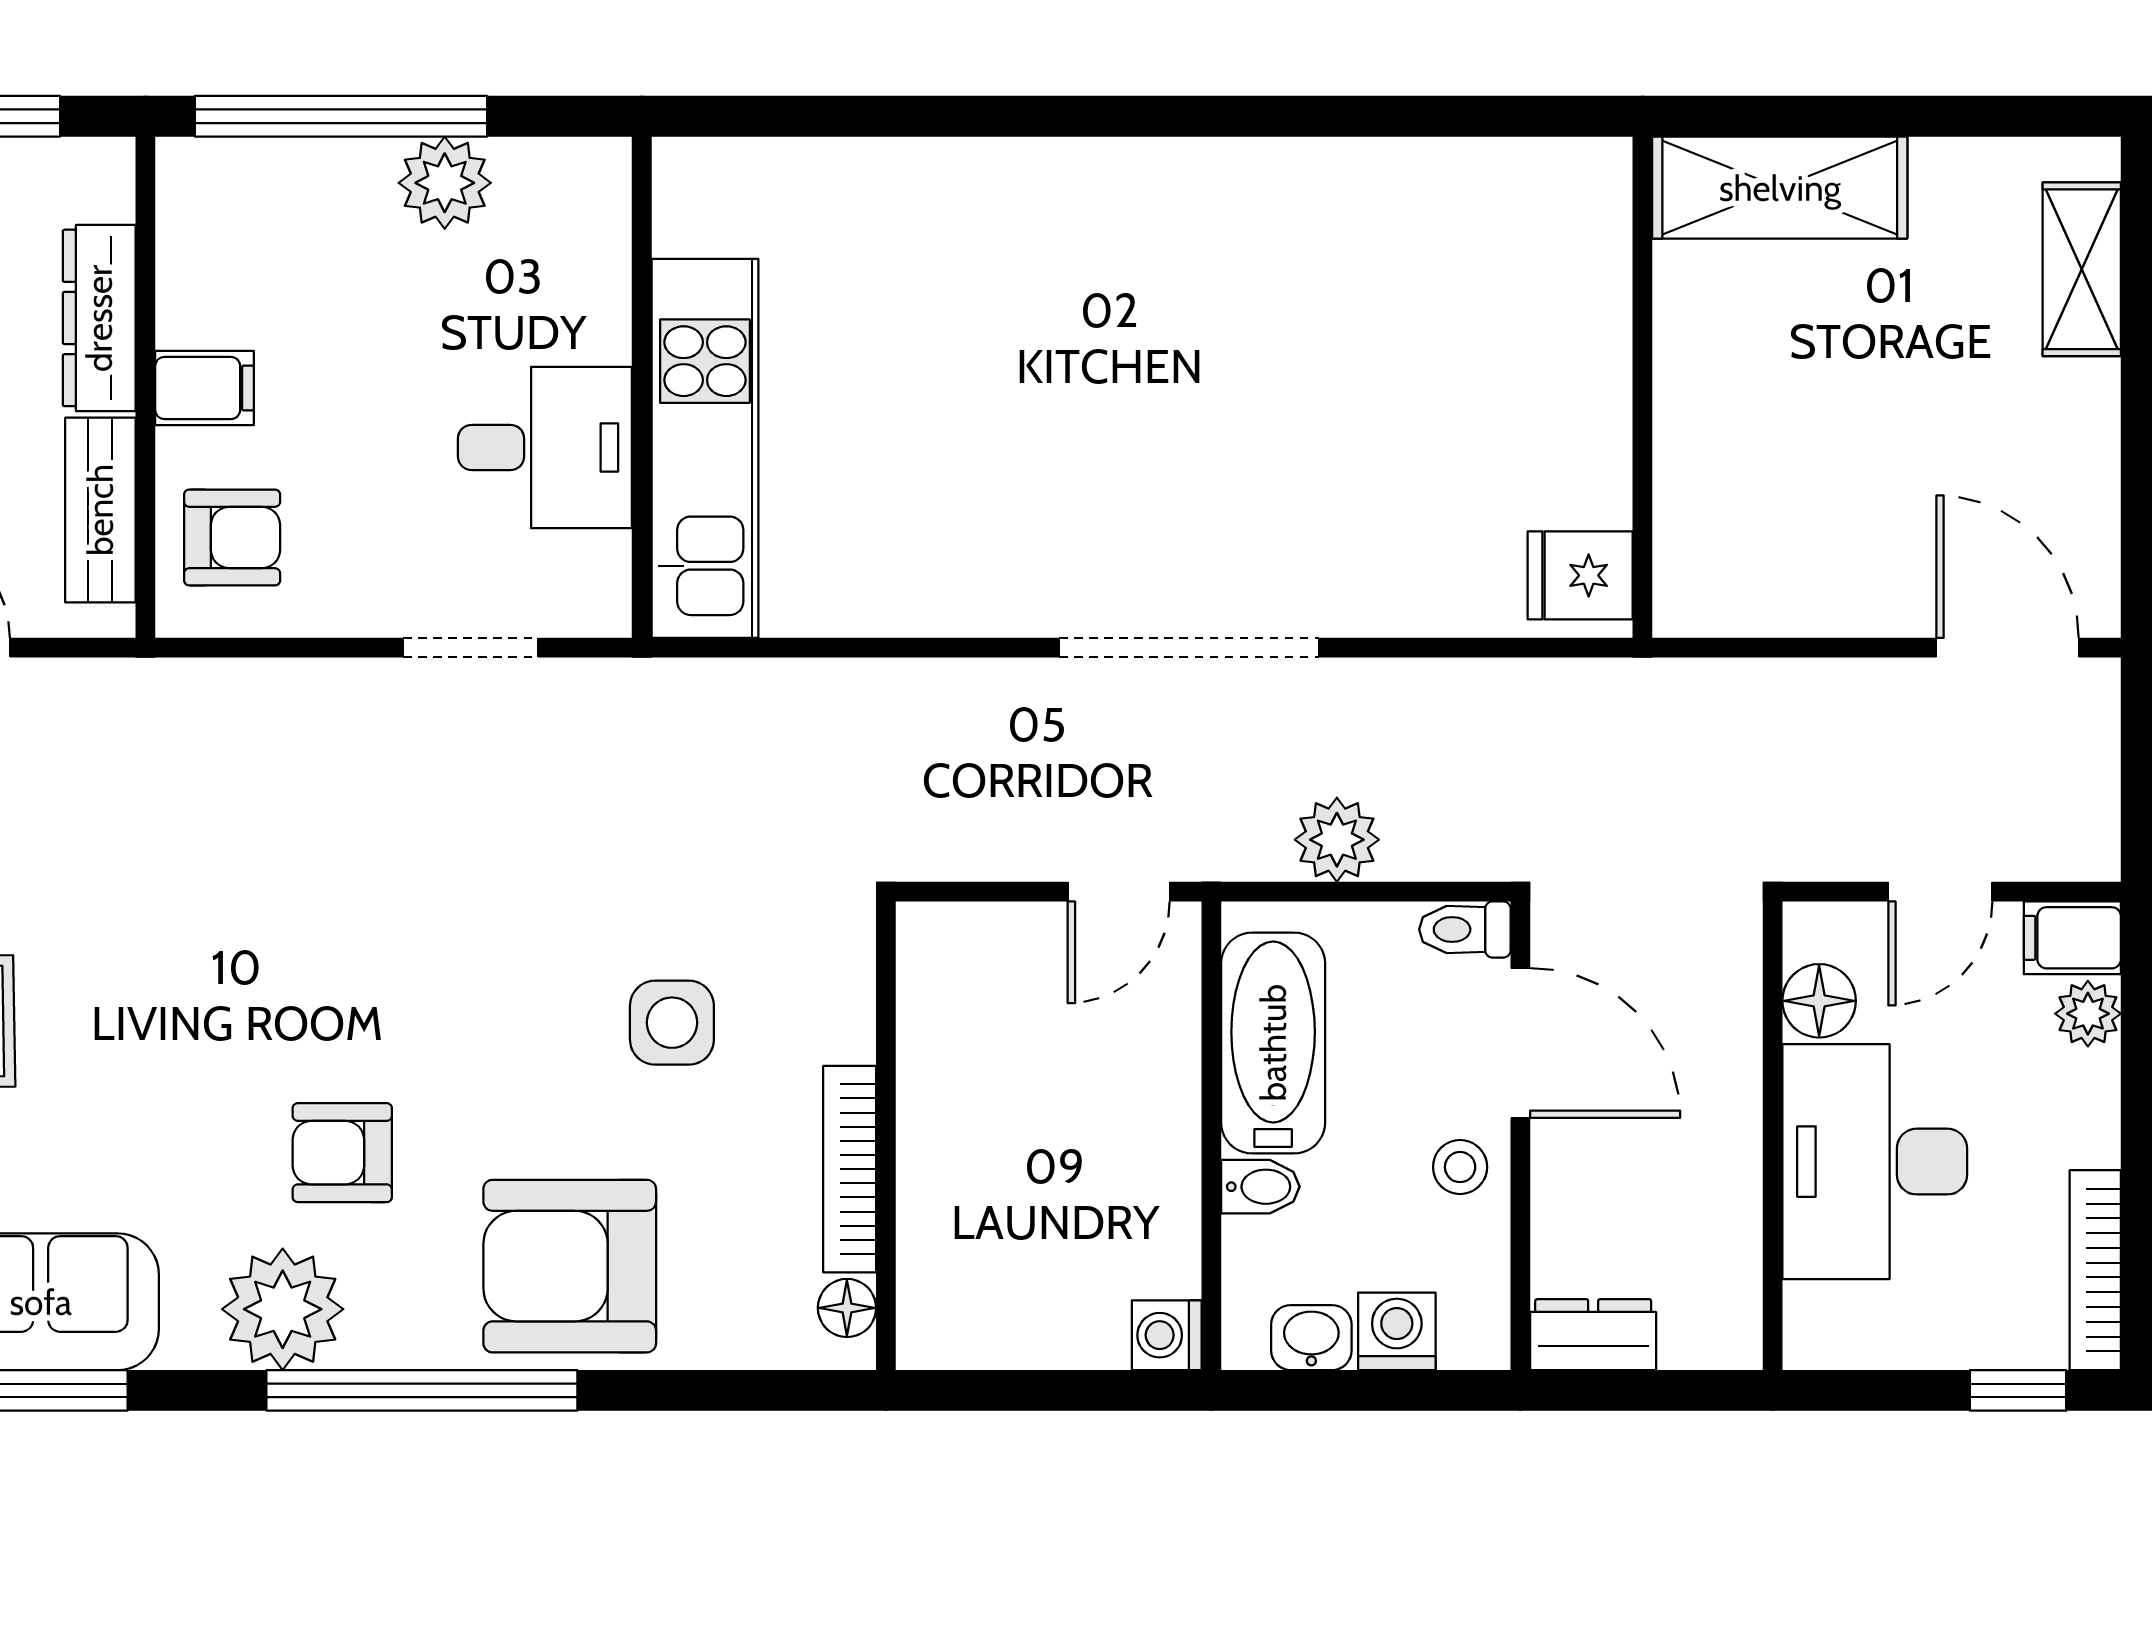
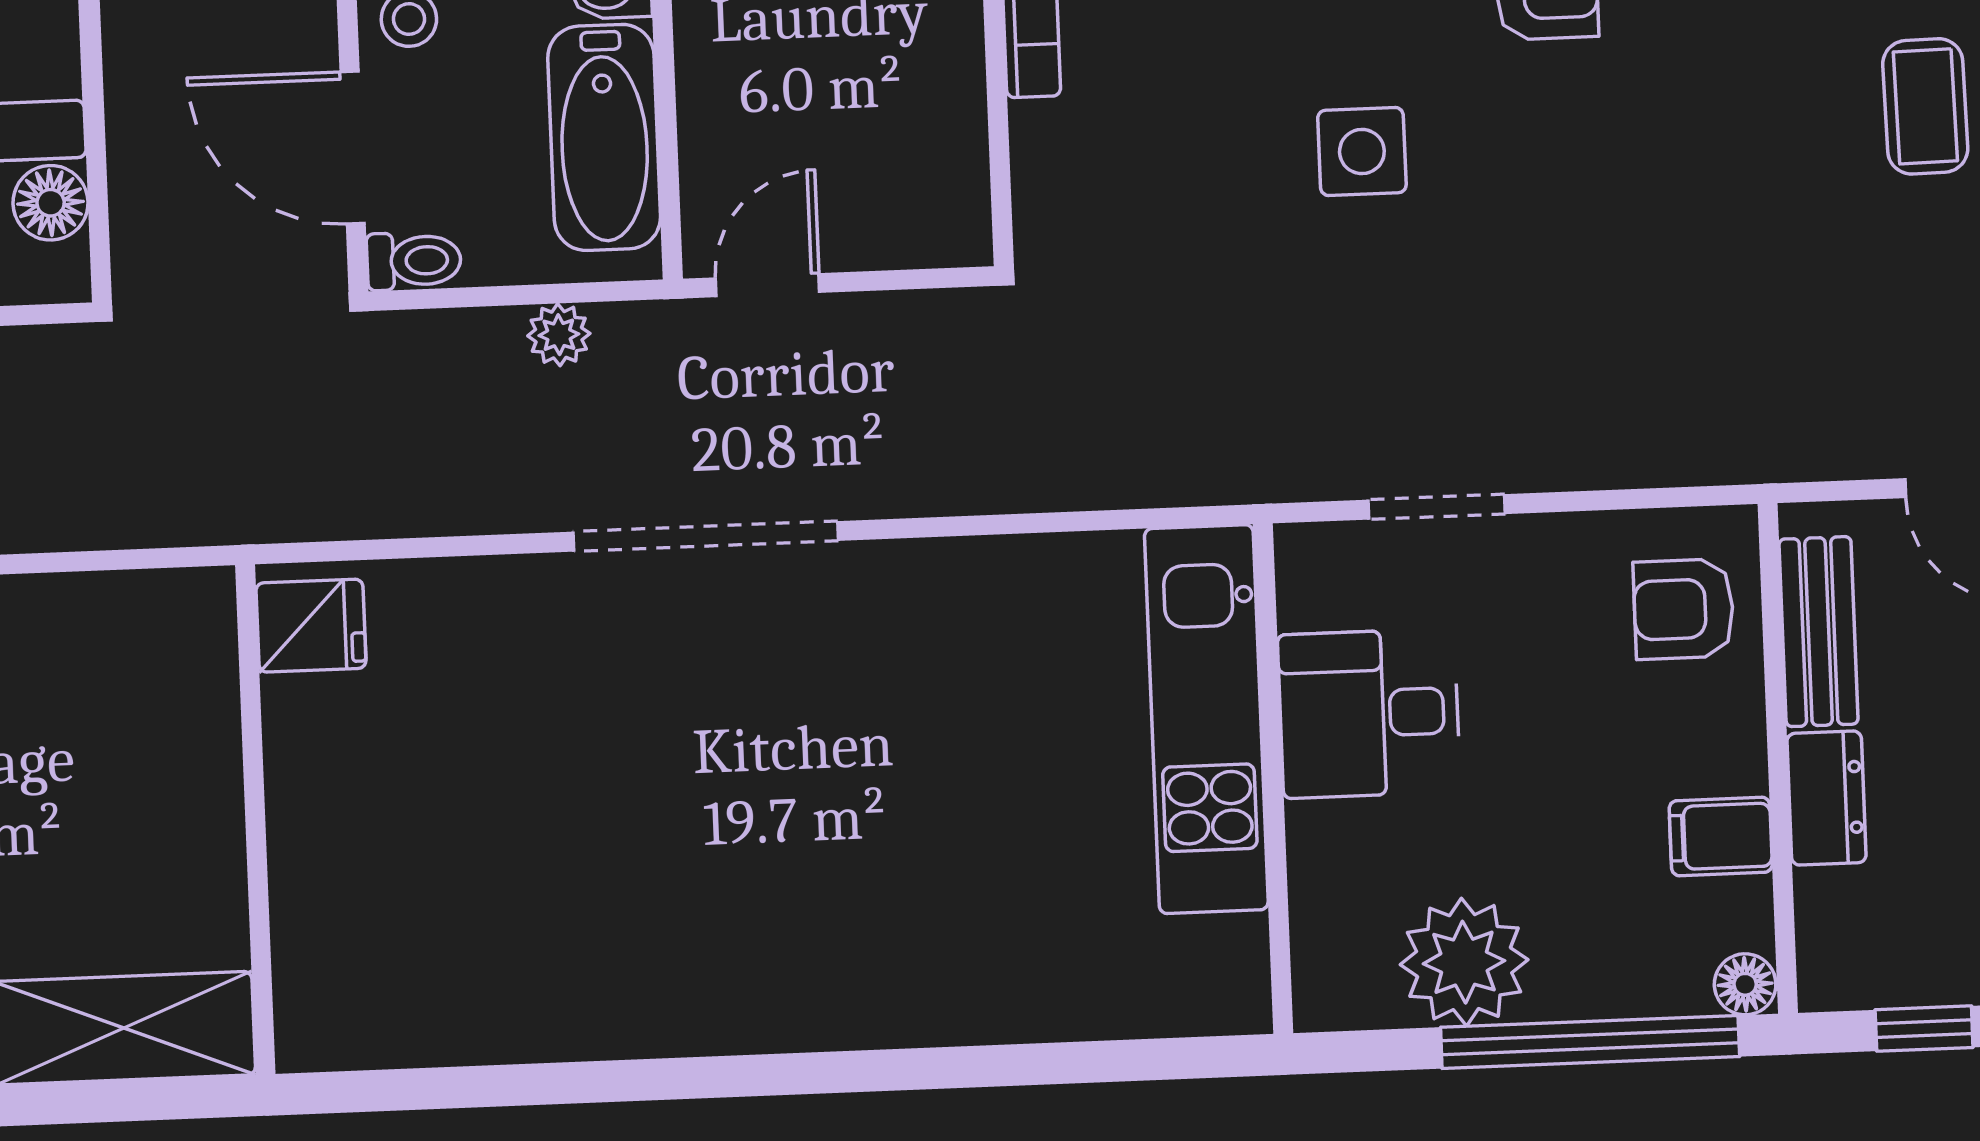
floor lamp: (186, 167) -> (1745, 984), added
plant: (445, 183) -> (1464, 962), width x1.36, depth x1.36
dresser: (99, 318) -> (1826, 798), width x0.70
filing cabinet: (205, 388) -> (1721, 836), moved
plant: (1337, 840) -> (559, 335), width x0.73, depth x0.73
side table: (672, 1023) -> (1362, 152), moved

